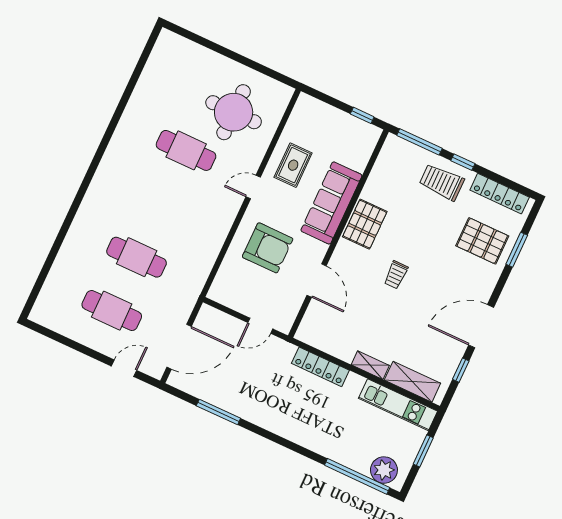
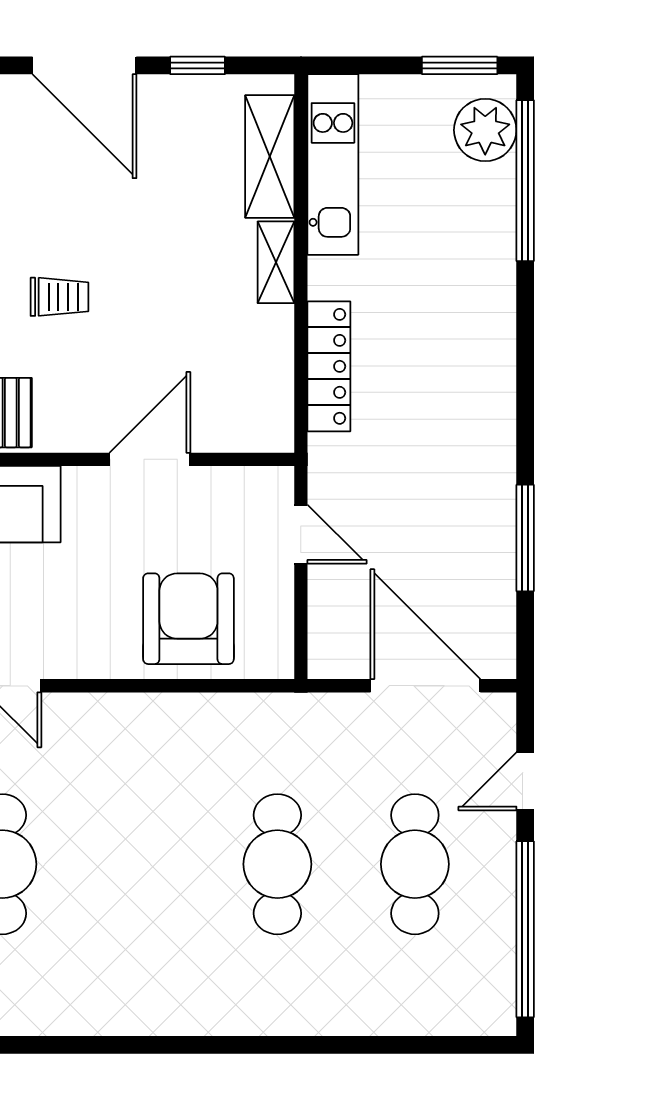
armchair: (268, 248) -> (188, 619), moved
window: (67, 342) -> (525, 929), added
door: (124, 368) -> (525, 781), hinge flipped
window: (423, 451) -> (460, 65), moved

